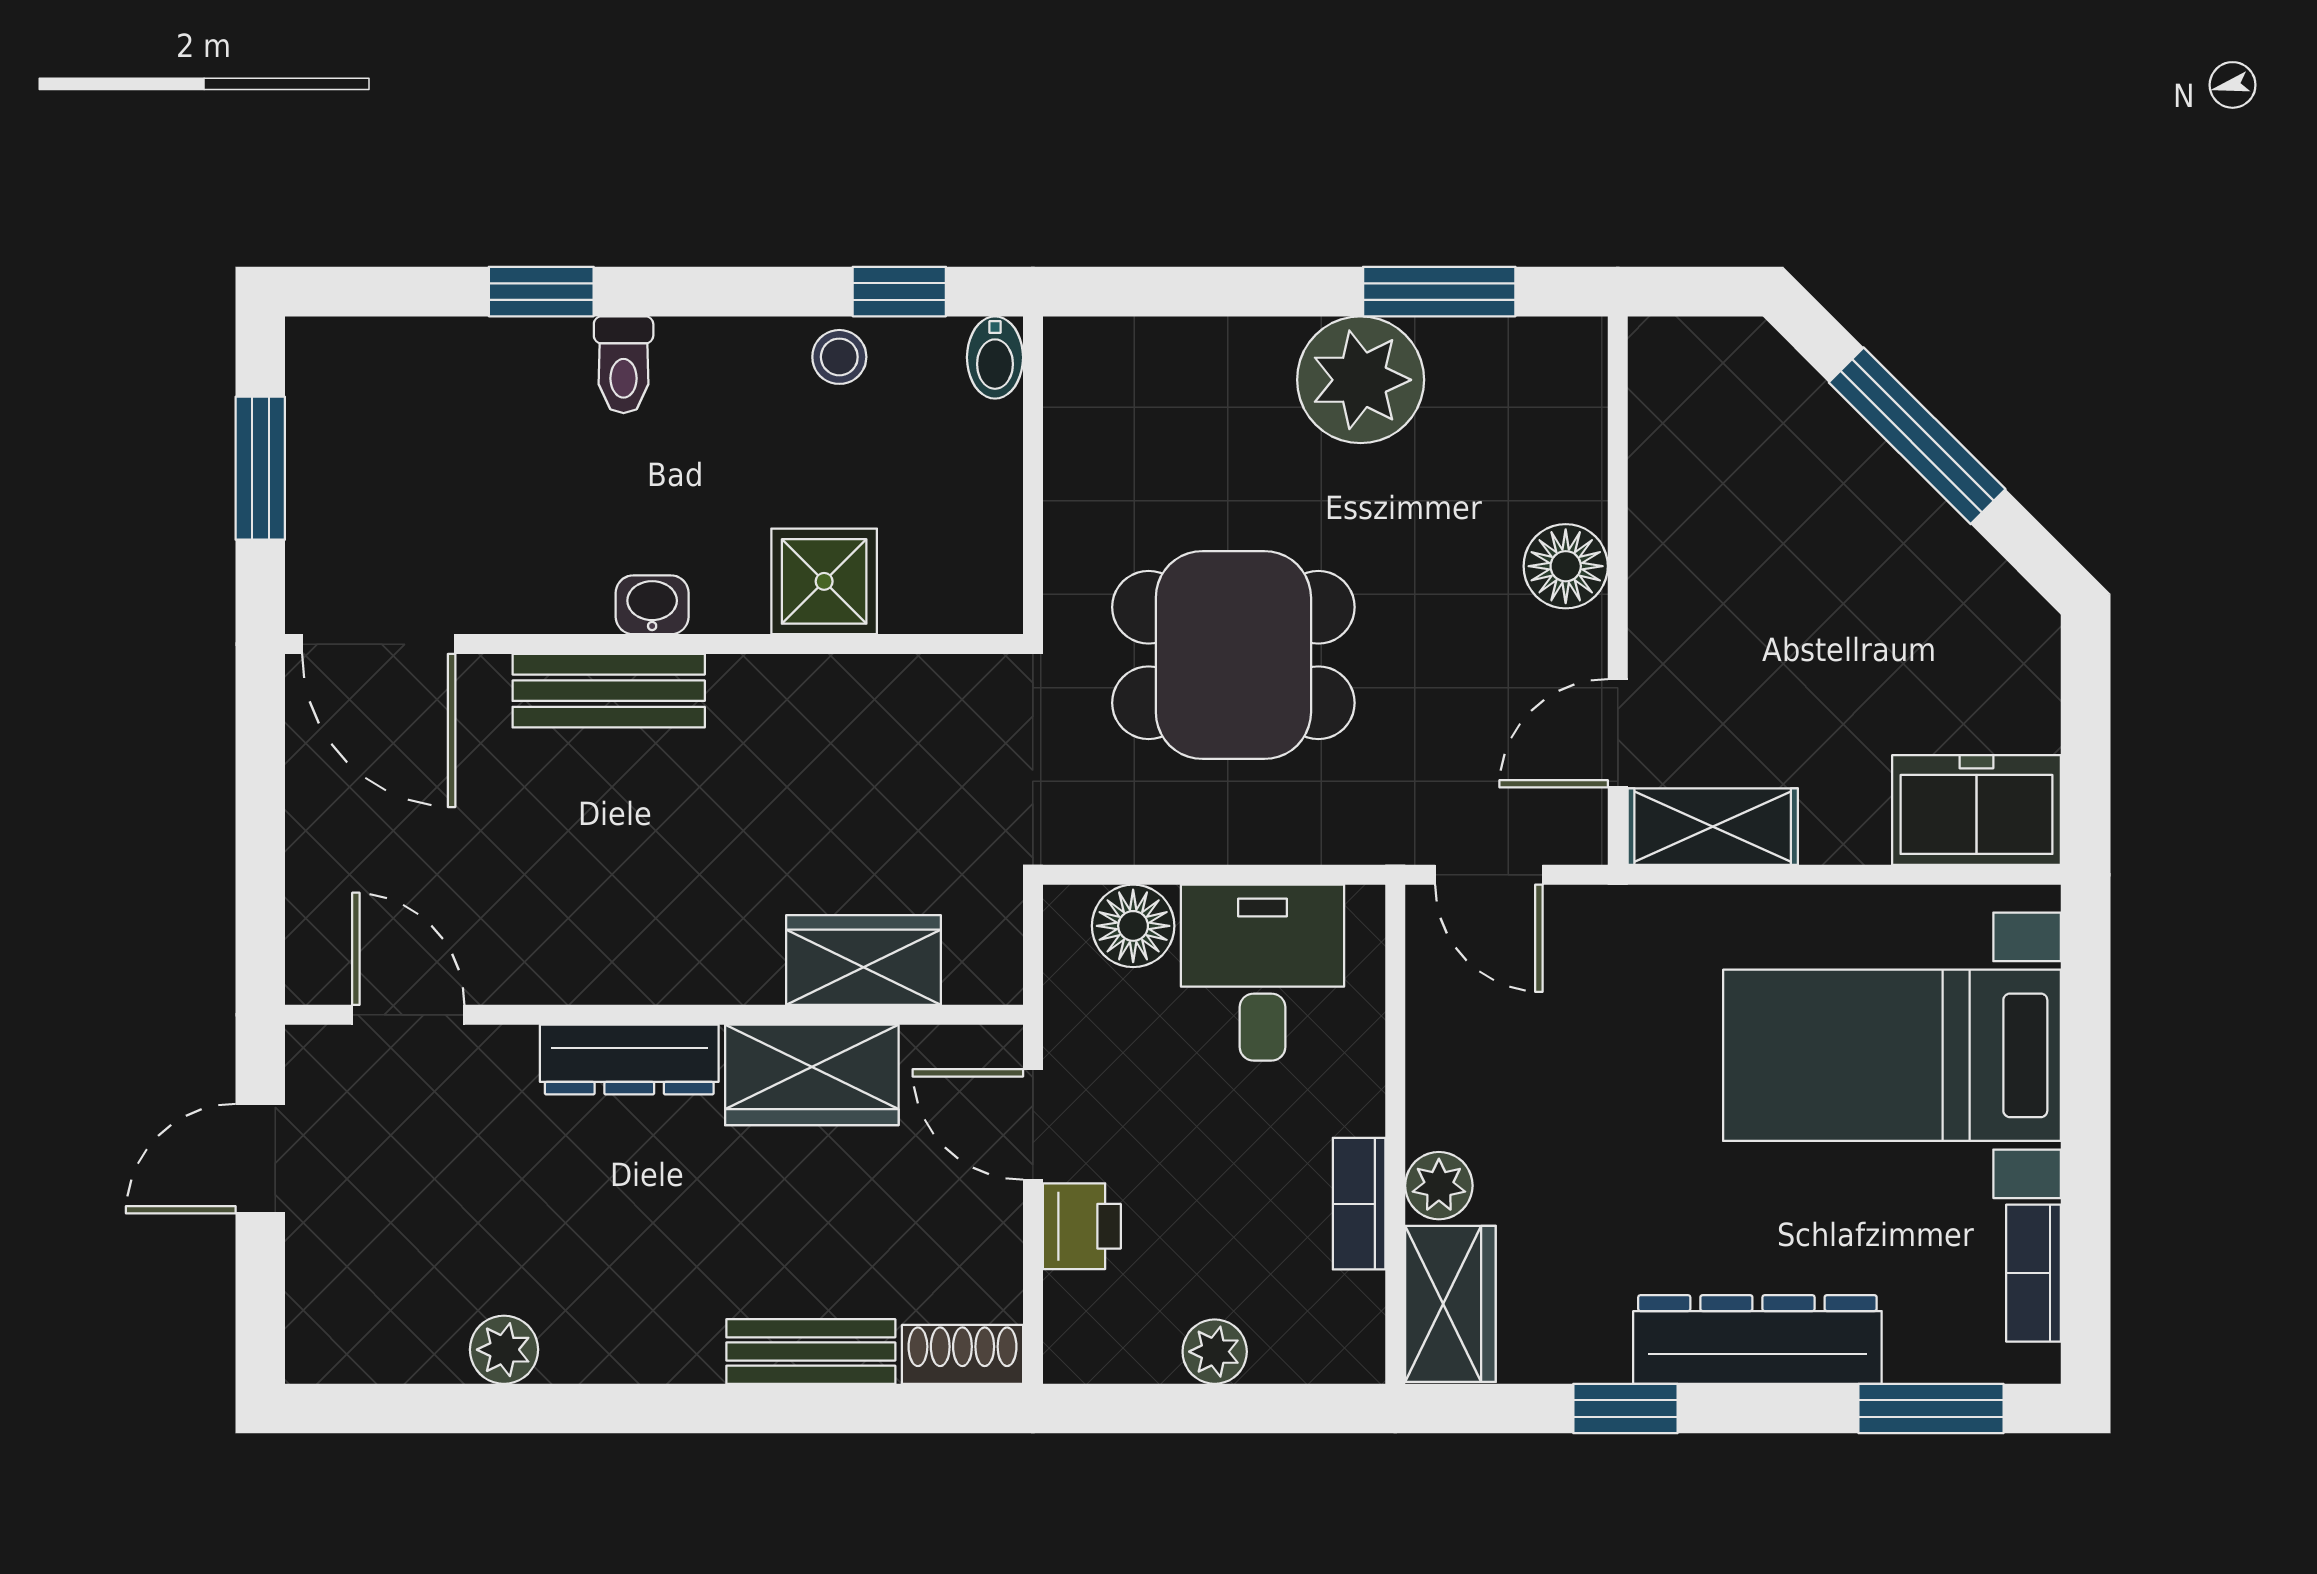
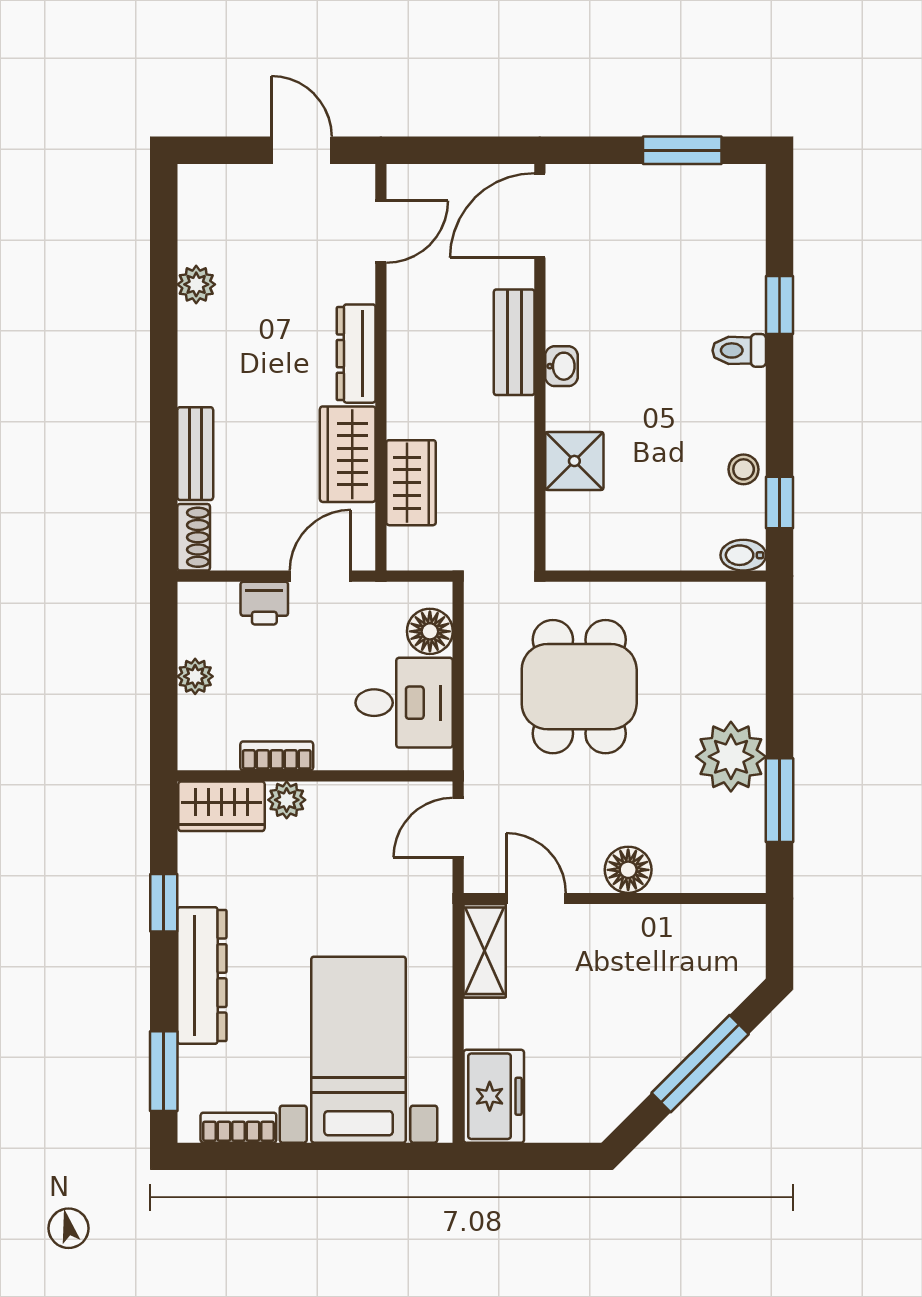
shower: (824, 581) -> (574, 461), moved
washbasin: (652, 605) -> (561, 366), moved
door: (379, 644) -> (540, 215), moved
wall: (654, 644) -> (540, 367), moved
bench: (609, 691) -> (514, 342), moved

